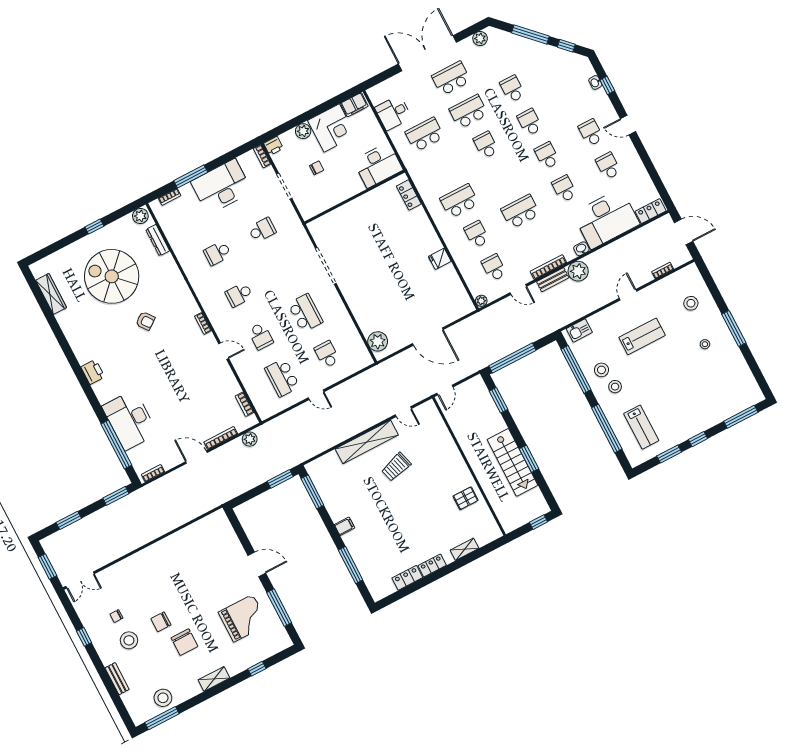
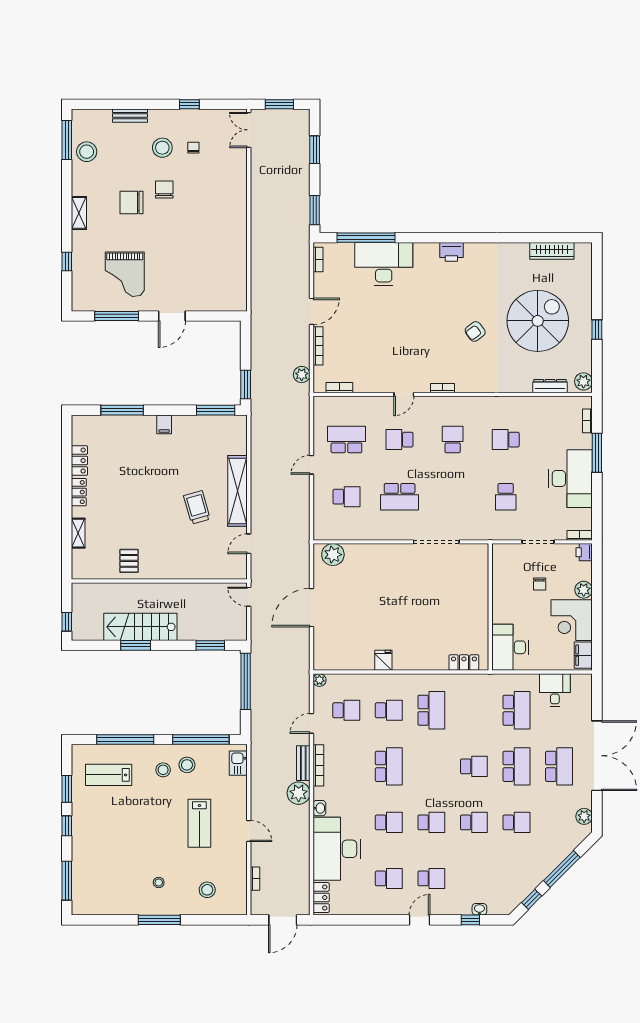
school desk: (217, 253) -> (506, 440), turned -90

